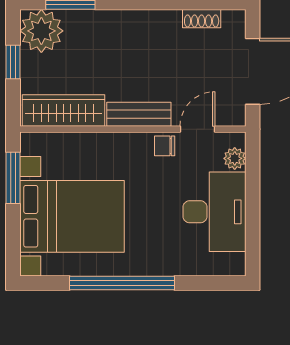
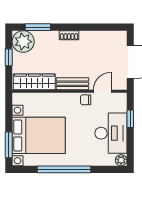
shoe rack: (202, 19) -> (69, 35), moved
plant: (235, 158) -> (121, 160), moved
window: (13, 178) -> (9, 145), moved
window: (253, 183) -> (130, 119), added

